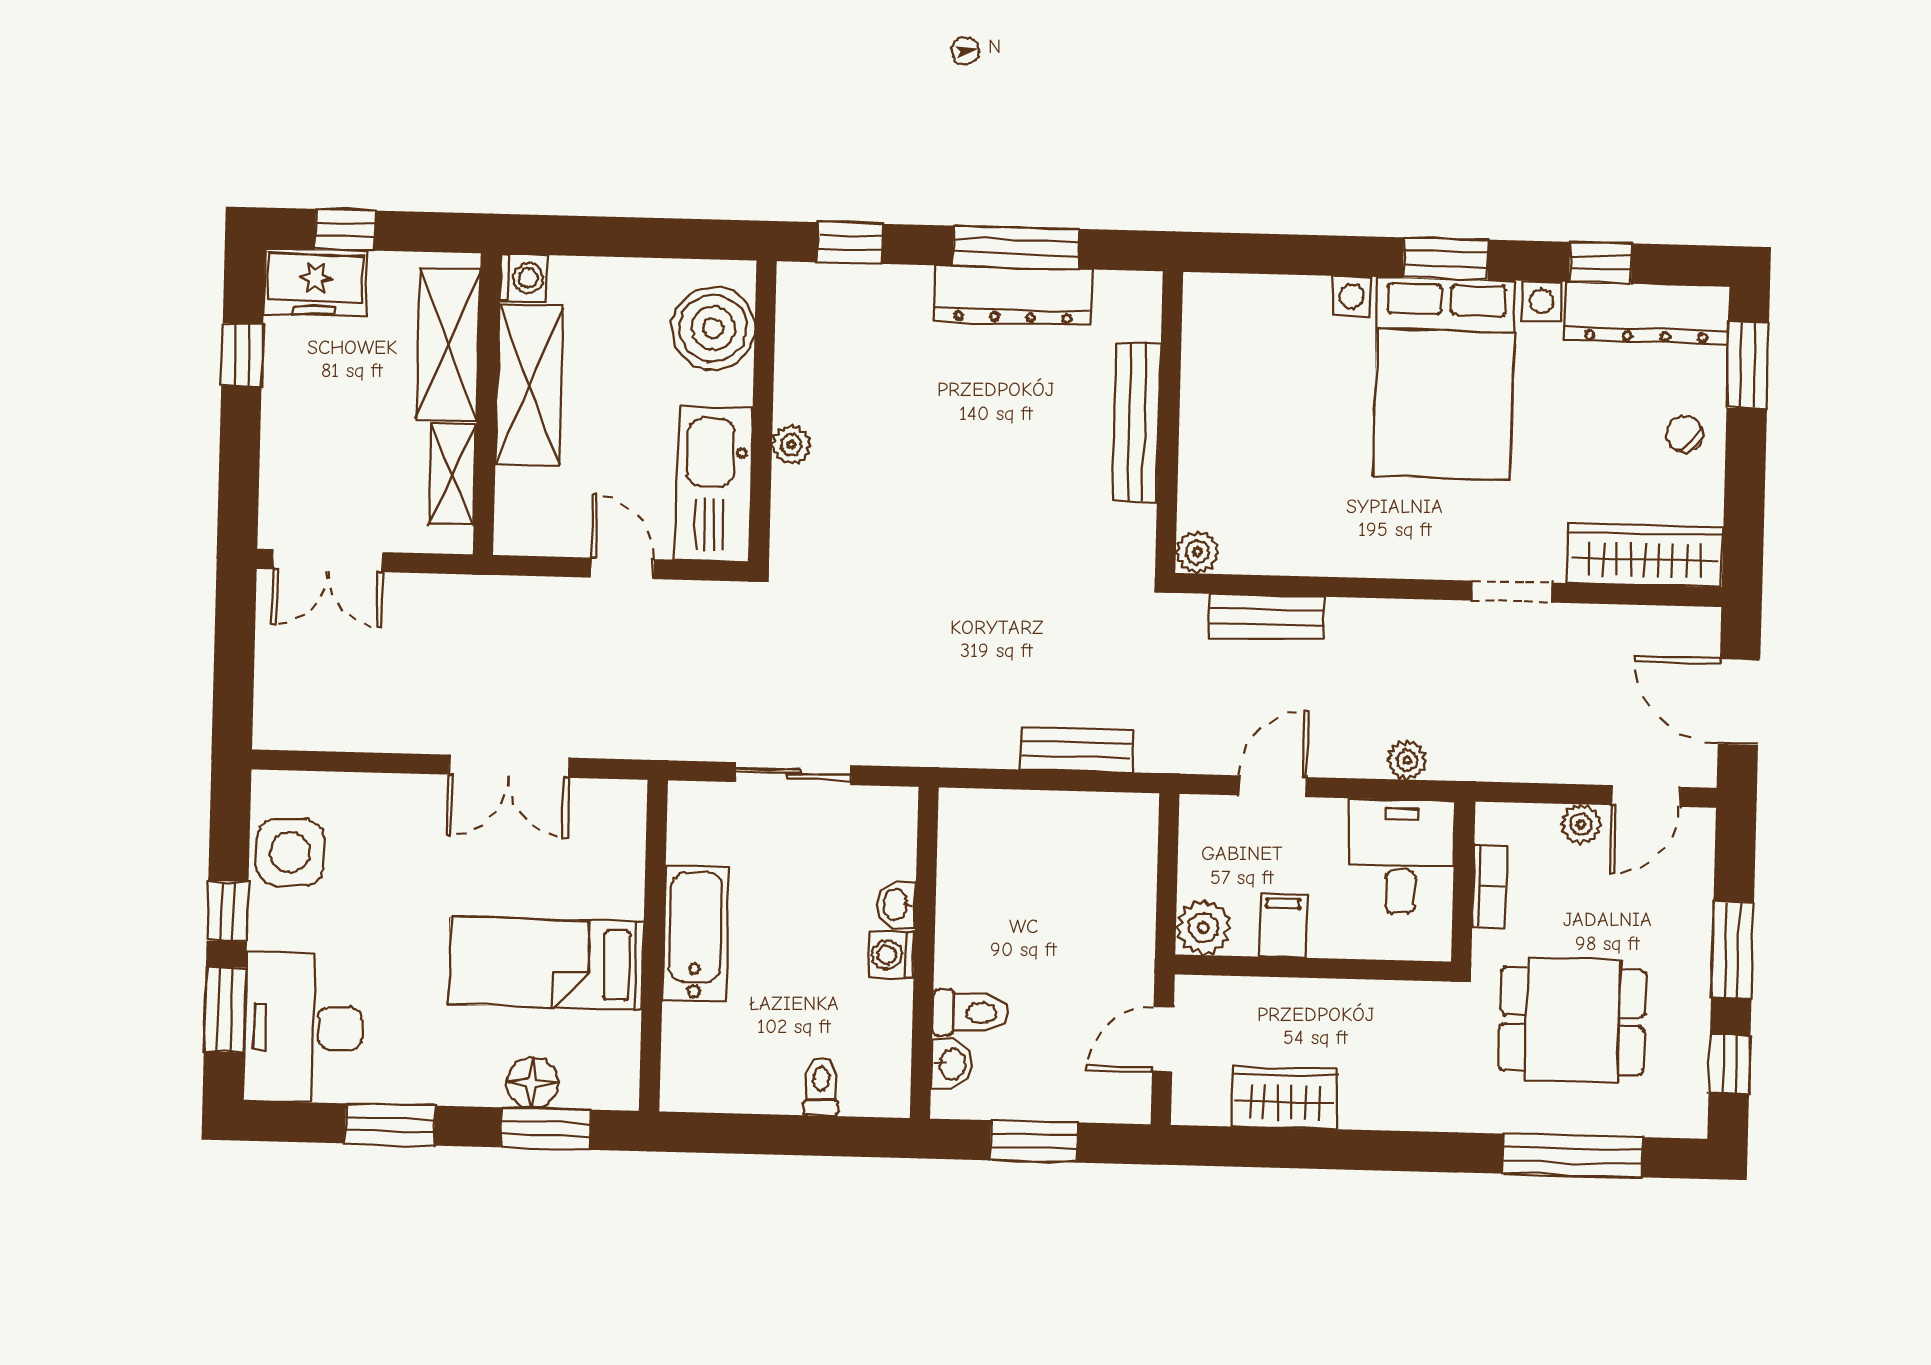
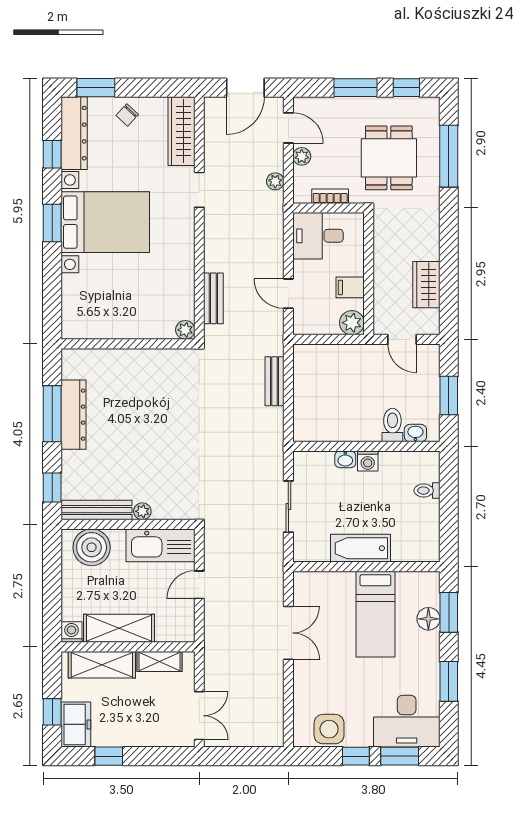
bench: (1137, 422) -> (97, 510), moved
plant: (1407, 760) -> (275, 181), moved

